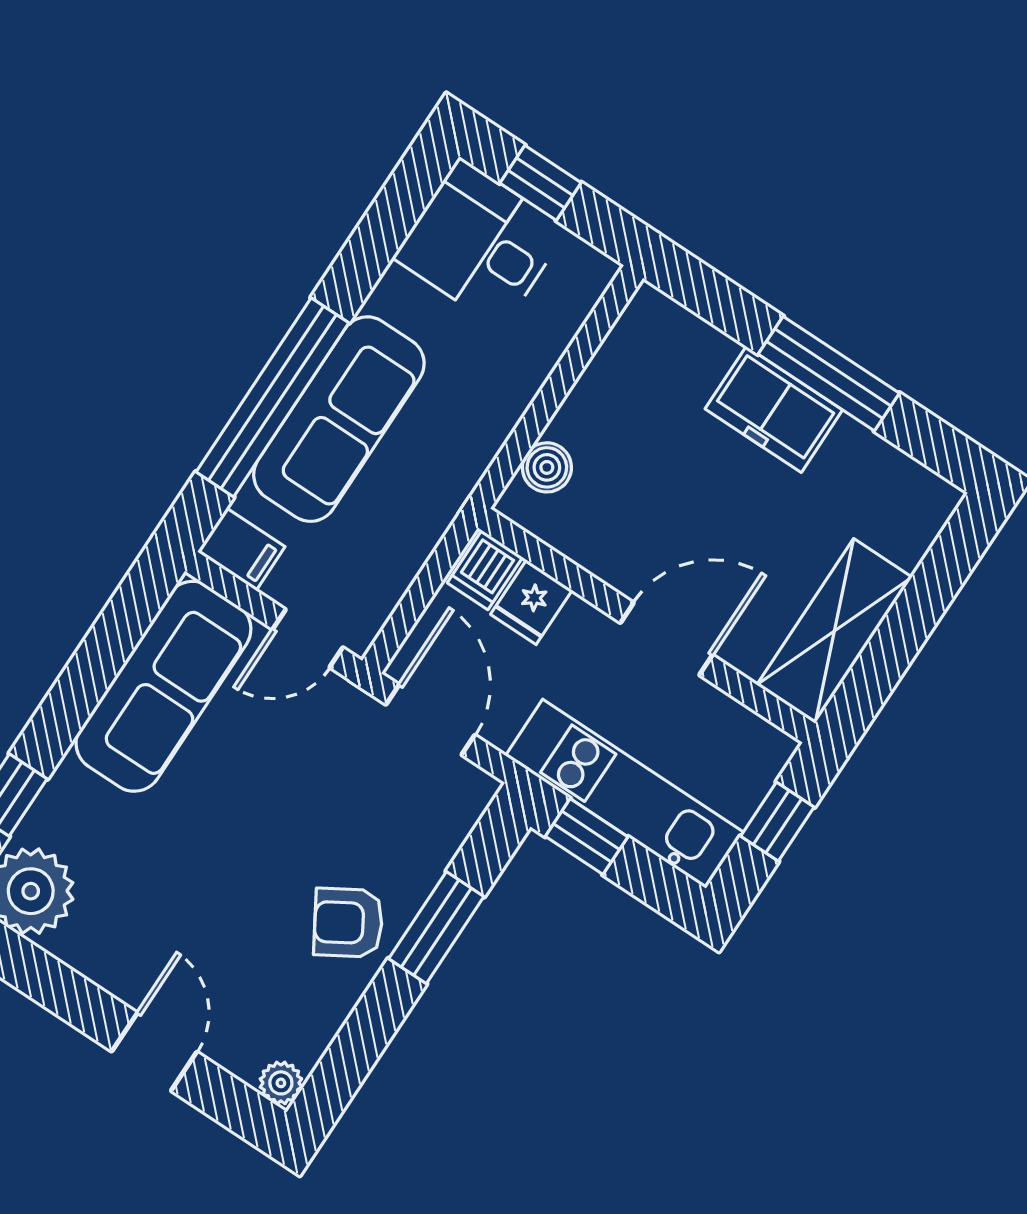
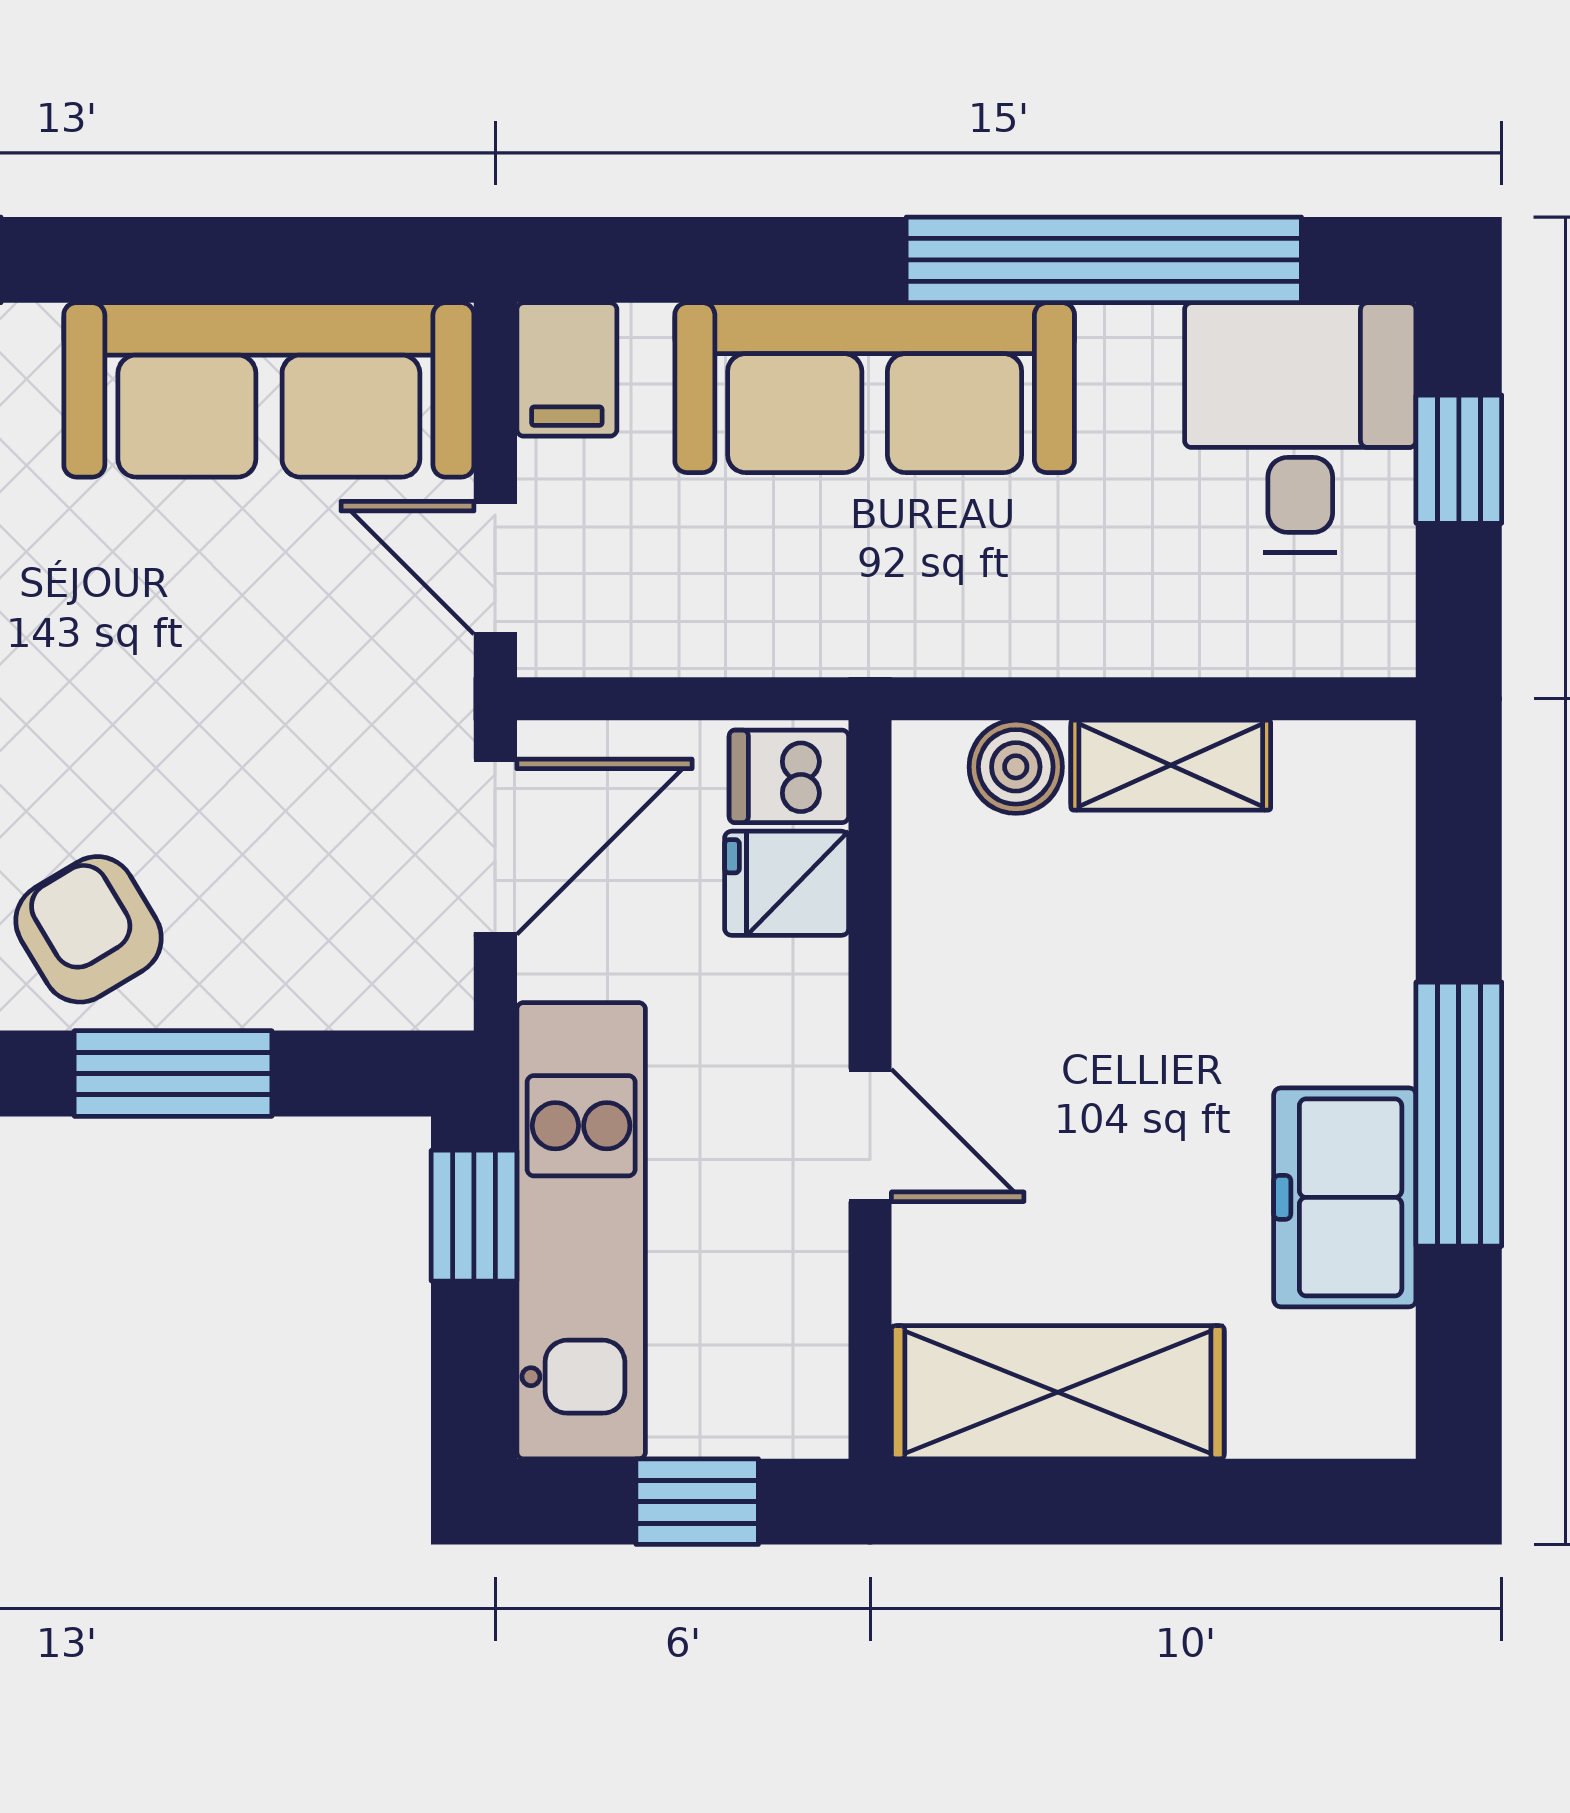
window: (272, 397) -> (1104, 260), moved
shelving: (591, 399) -> (1171, 765), added
freezer: (774, 409) -> (1345, 1197), moved
door: (667, 639) -> (870, 1135), width x0.73

